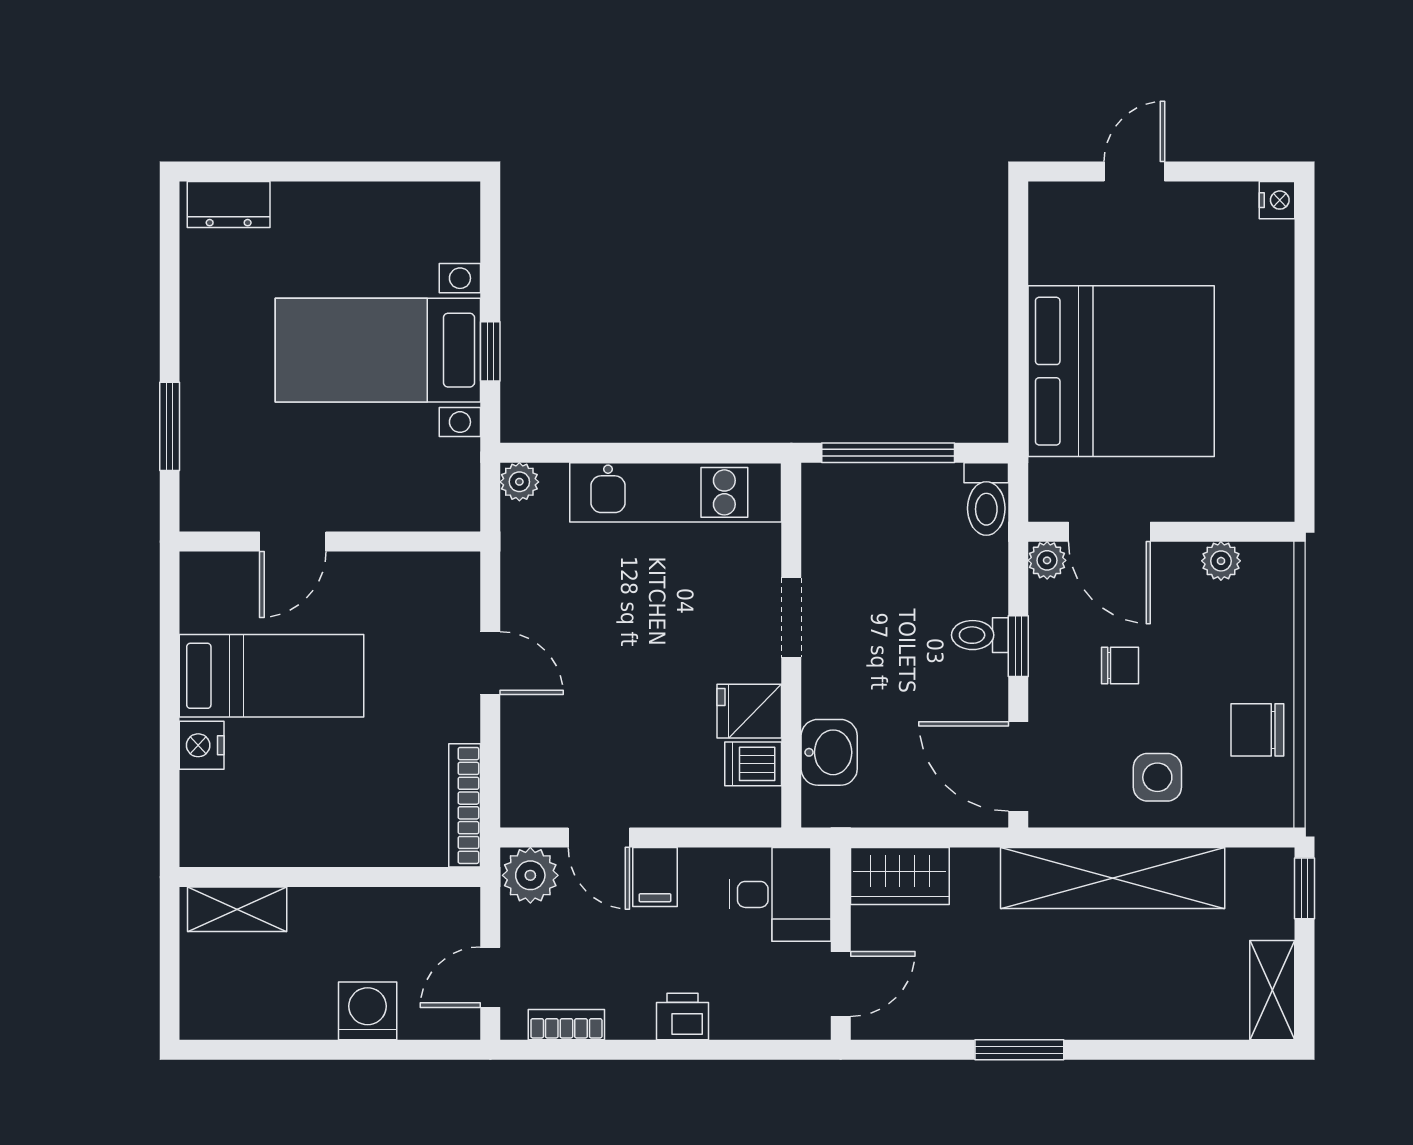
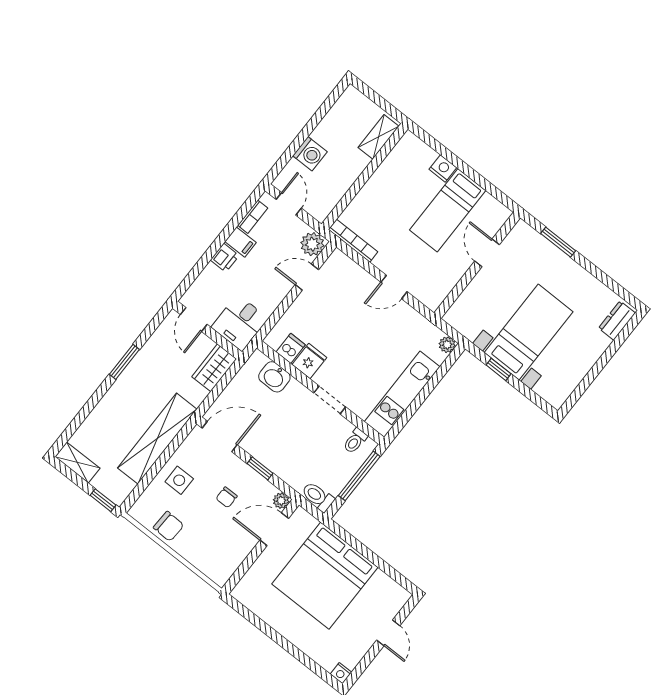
plant: (1221, 561) -> (235, 559), removed
toilet: (980, 635) -> (355, 441), moved, turned 180
chair: (1257, 730) -> (169, 526), turned 92
filing cabinet: (655, 877) -> (241, 242), moved, turned 180

